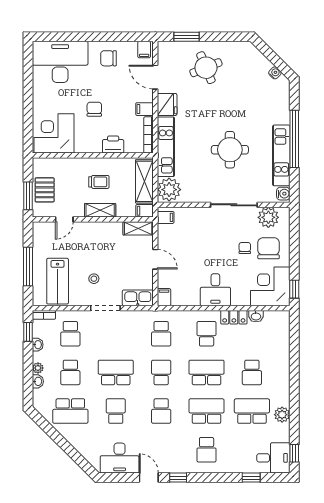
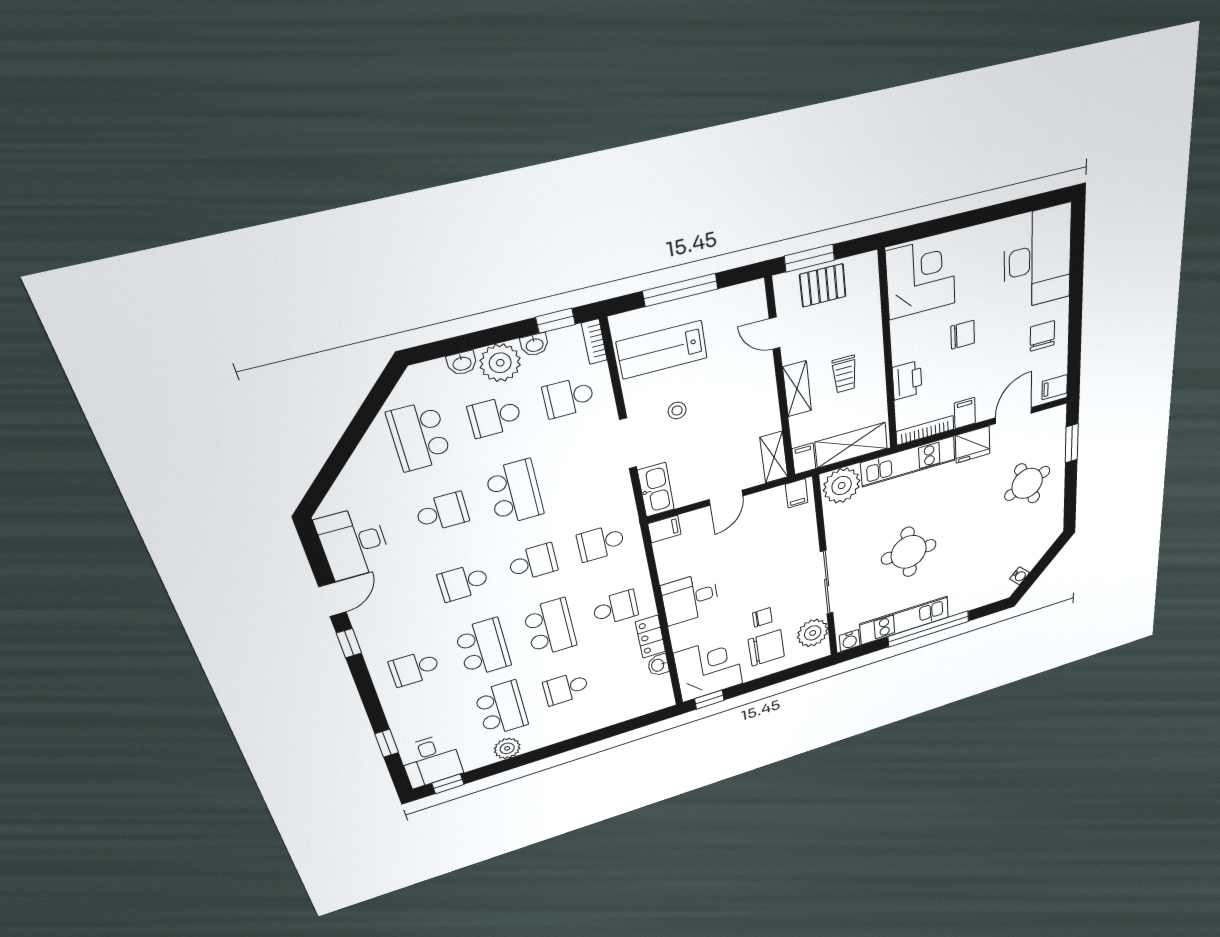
plant: (38, 368) -> (500, 363), width x1.88, depth x1.88

